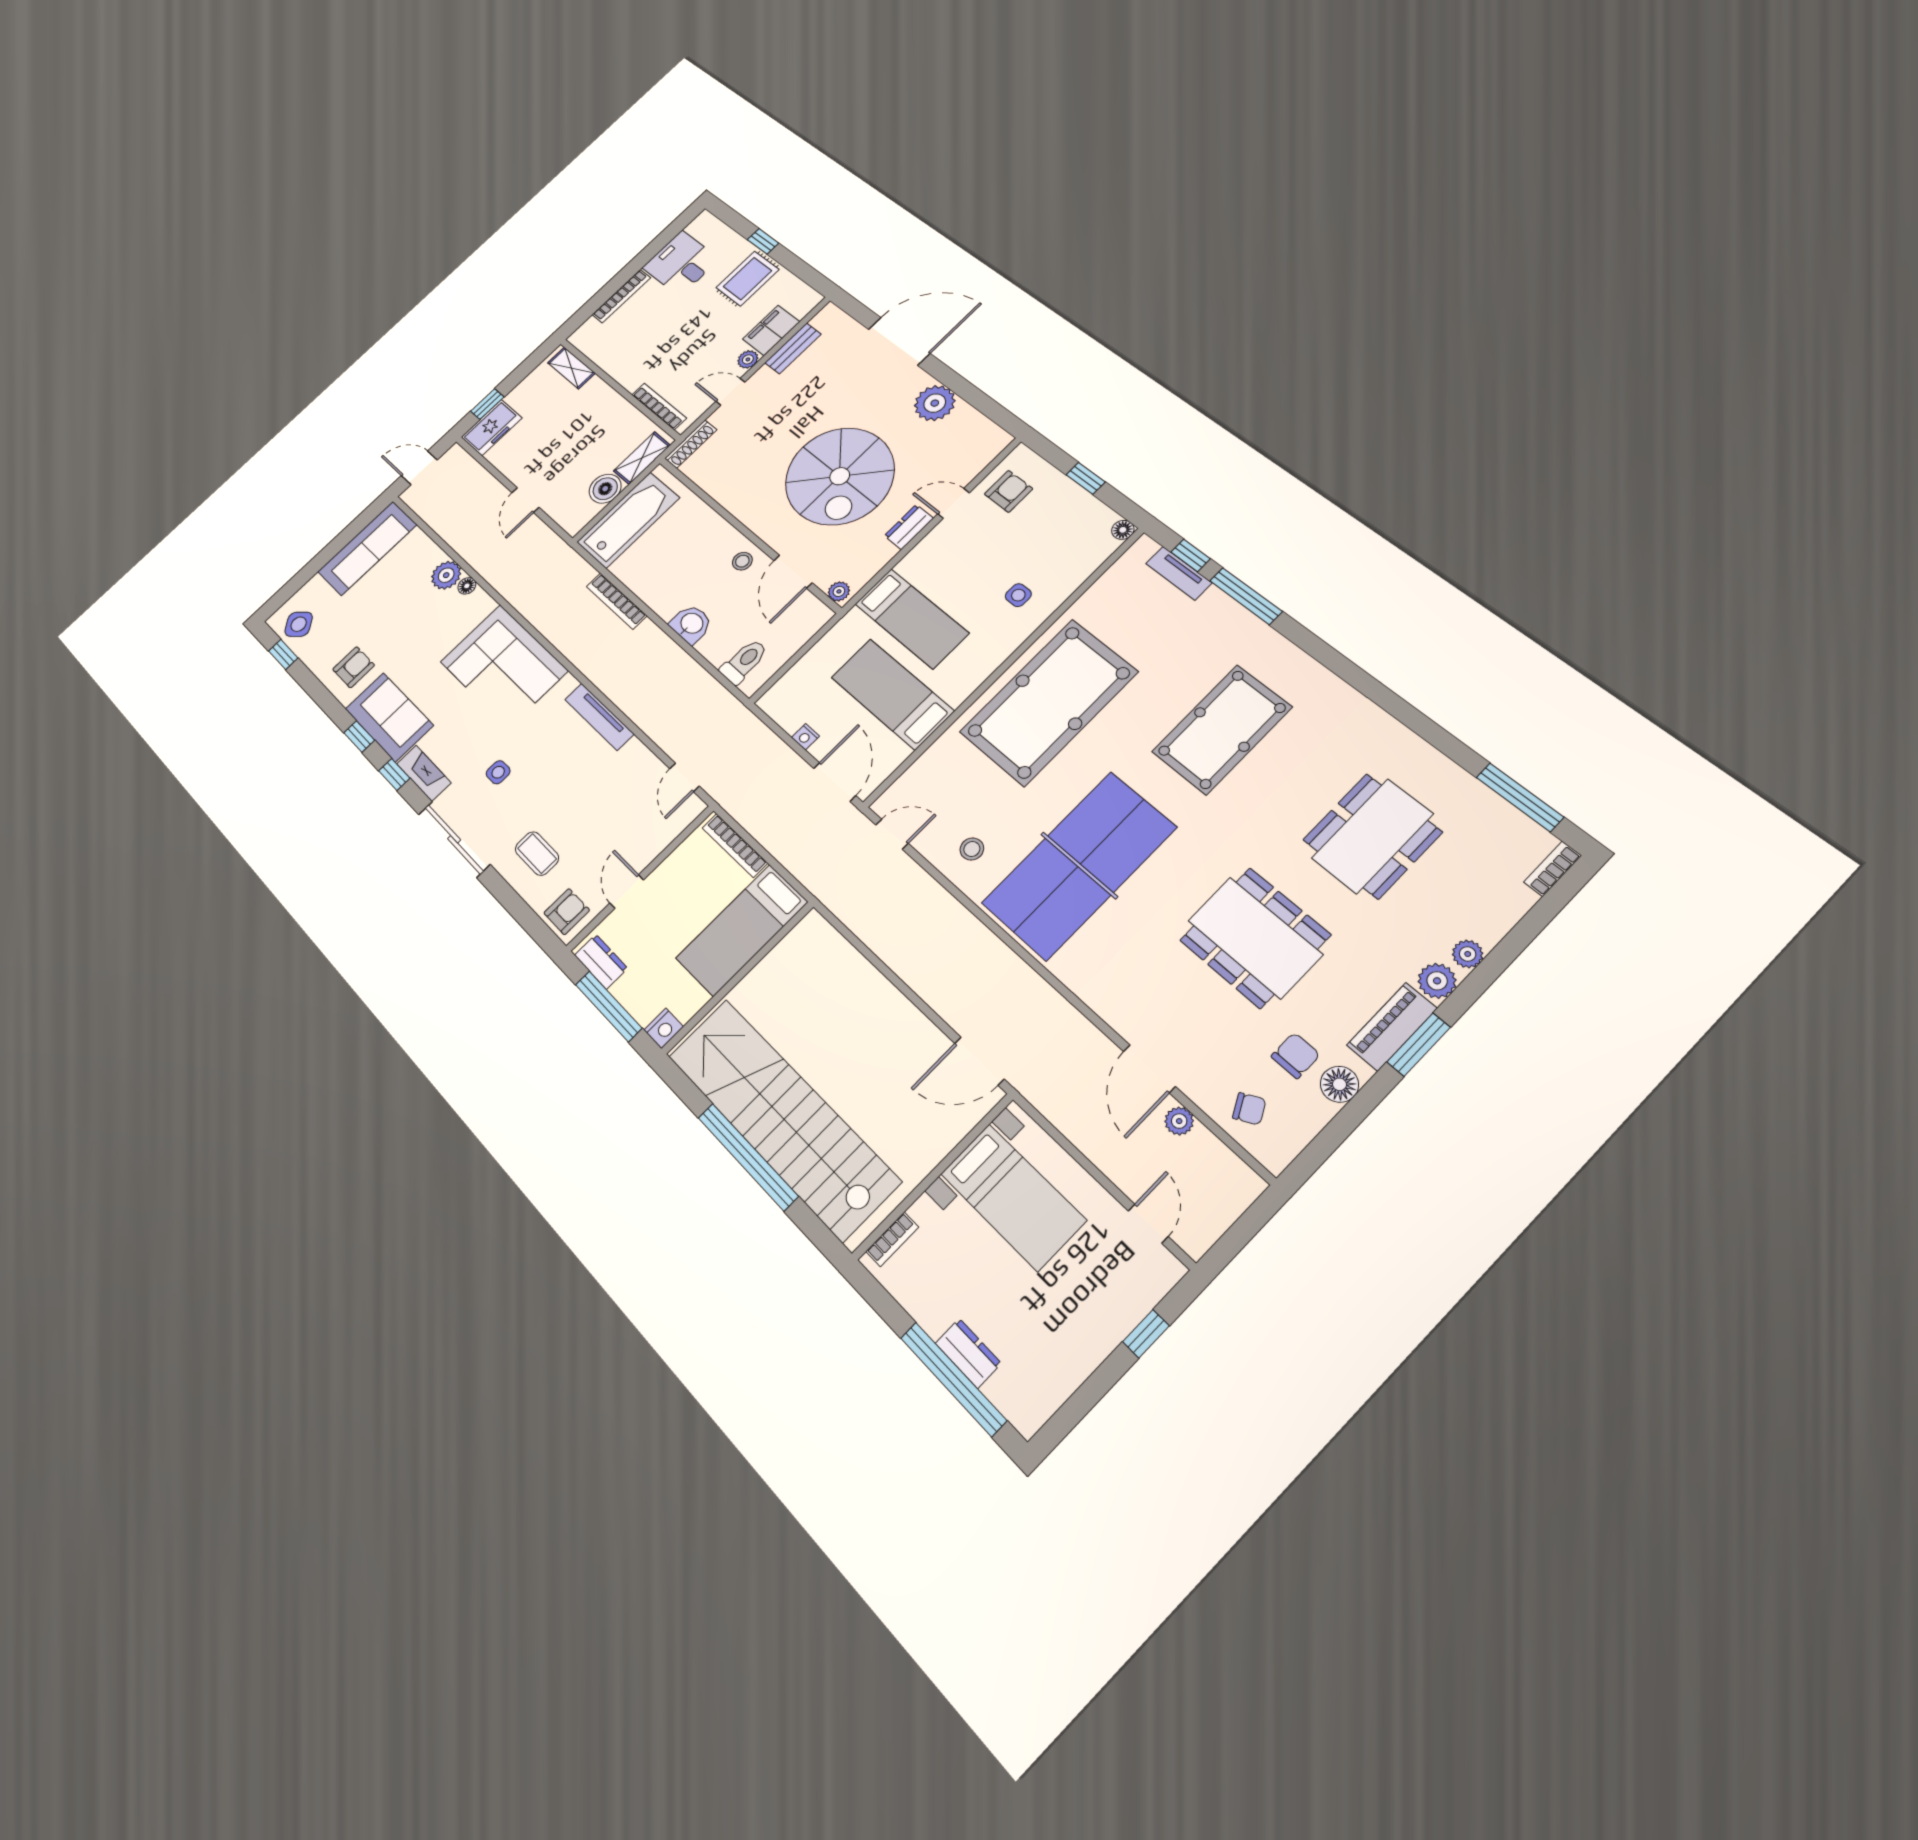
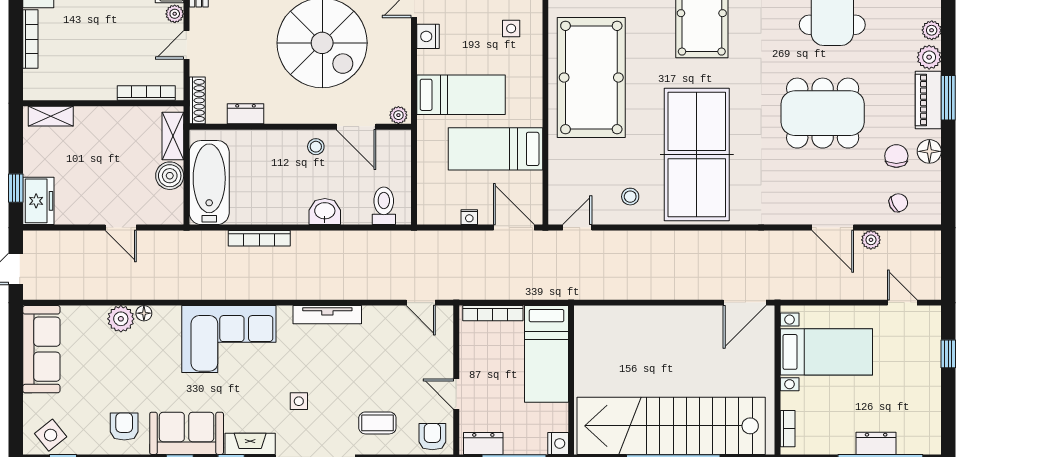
dresser: (909, 527) -> (245, 114), moved, turned 90
nightstand: (936, 543) -> (428, 36), added

